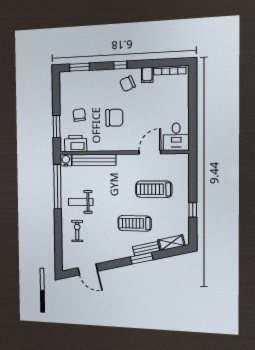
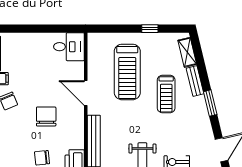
door: (150, 152) -> (86, 93), moved
treadmill: (154, 189) -> (127, 72), width x1.37, depth x1.38
window: (142, 258) -> (210, 103), moved

